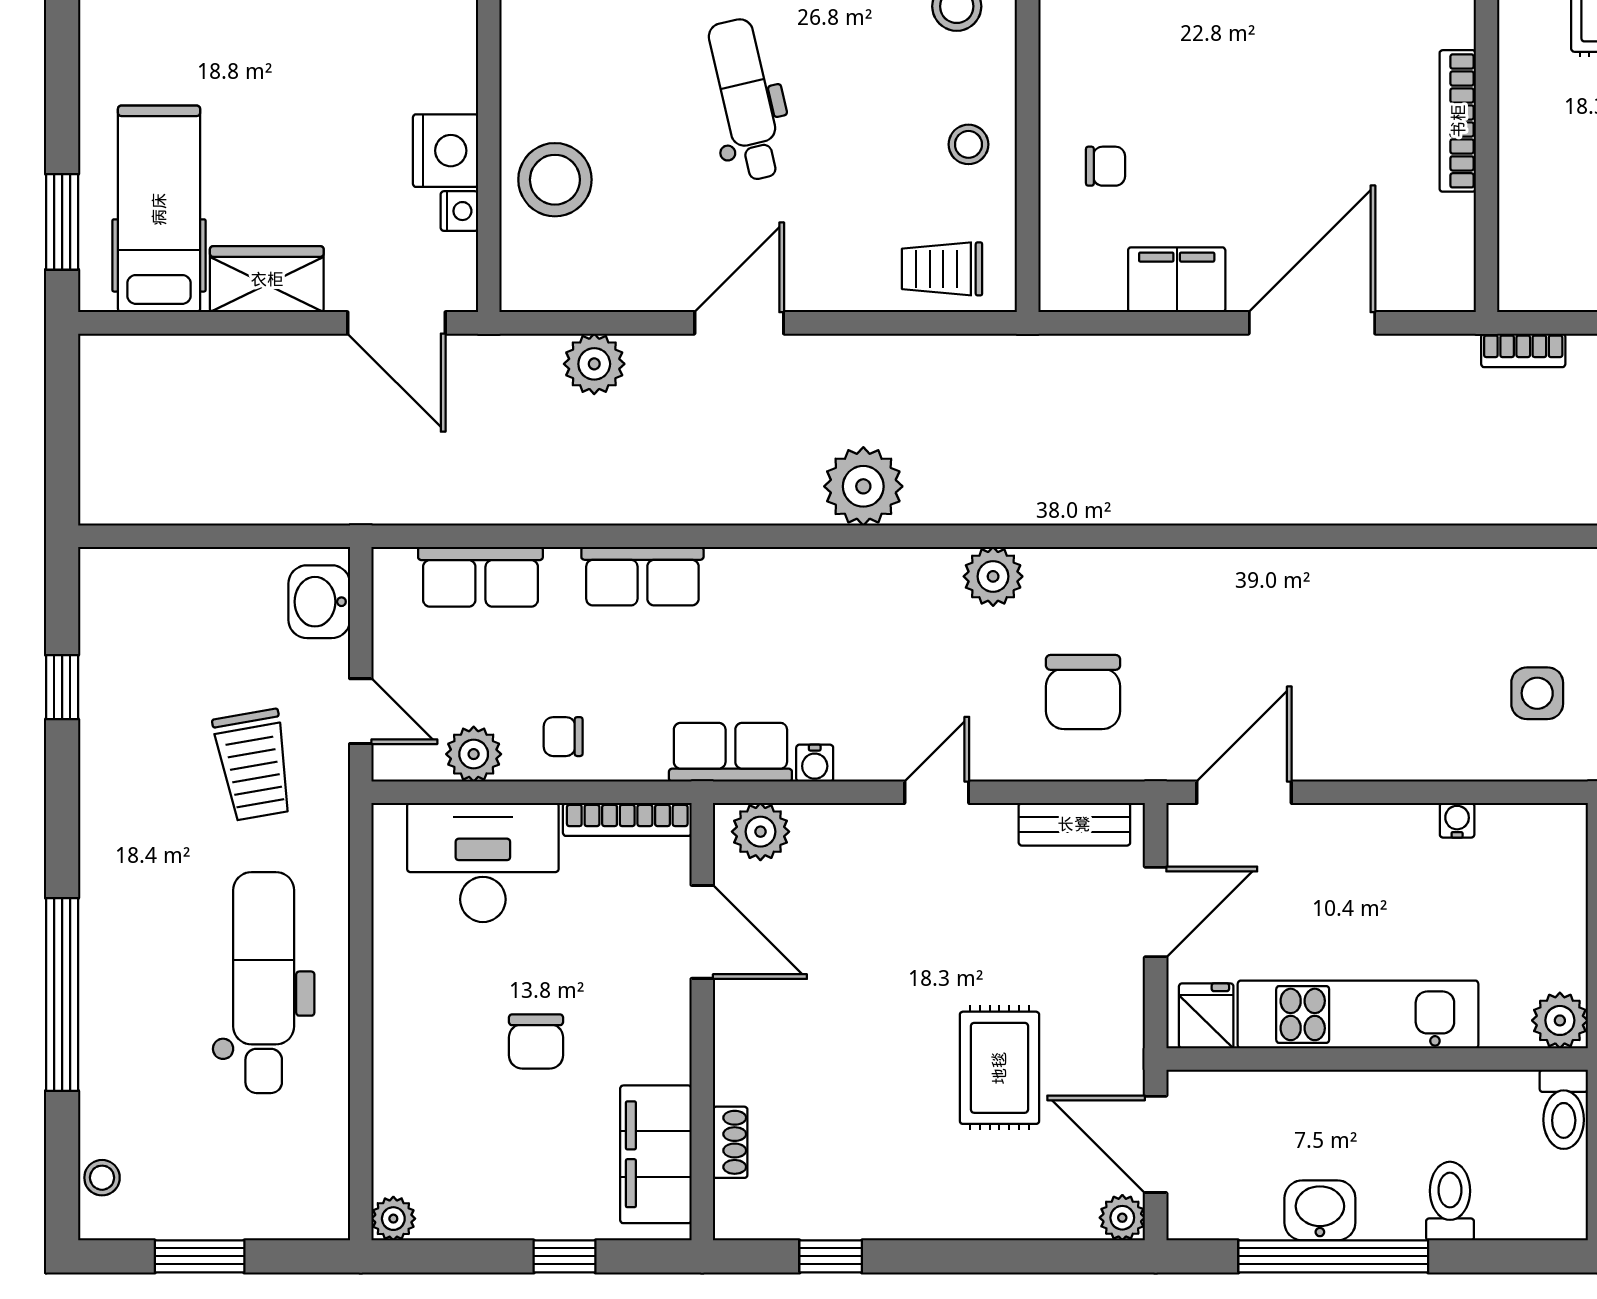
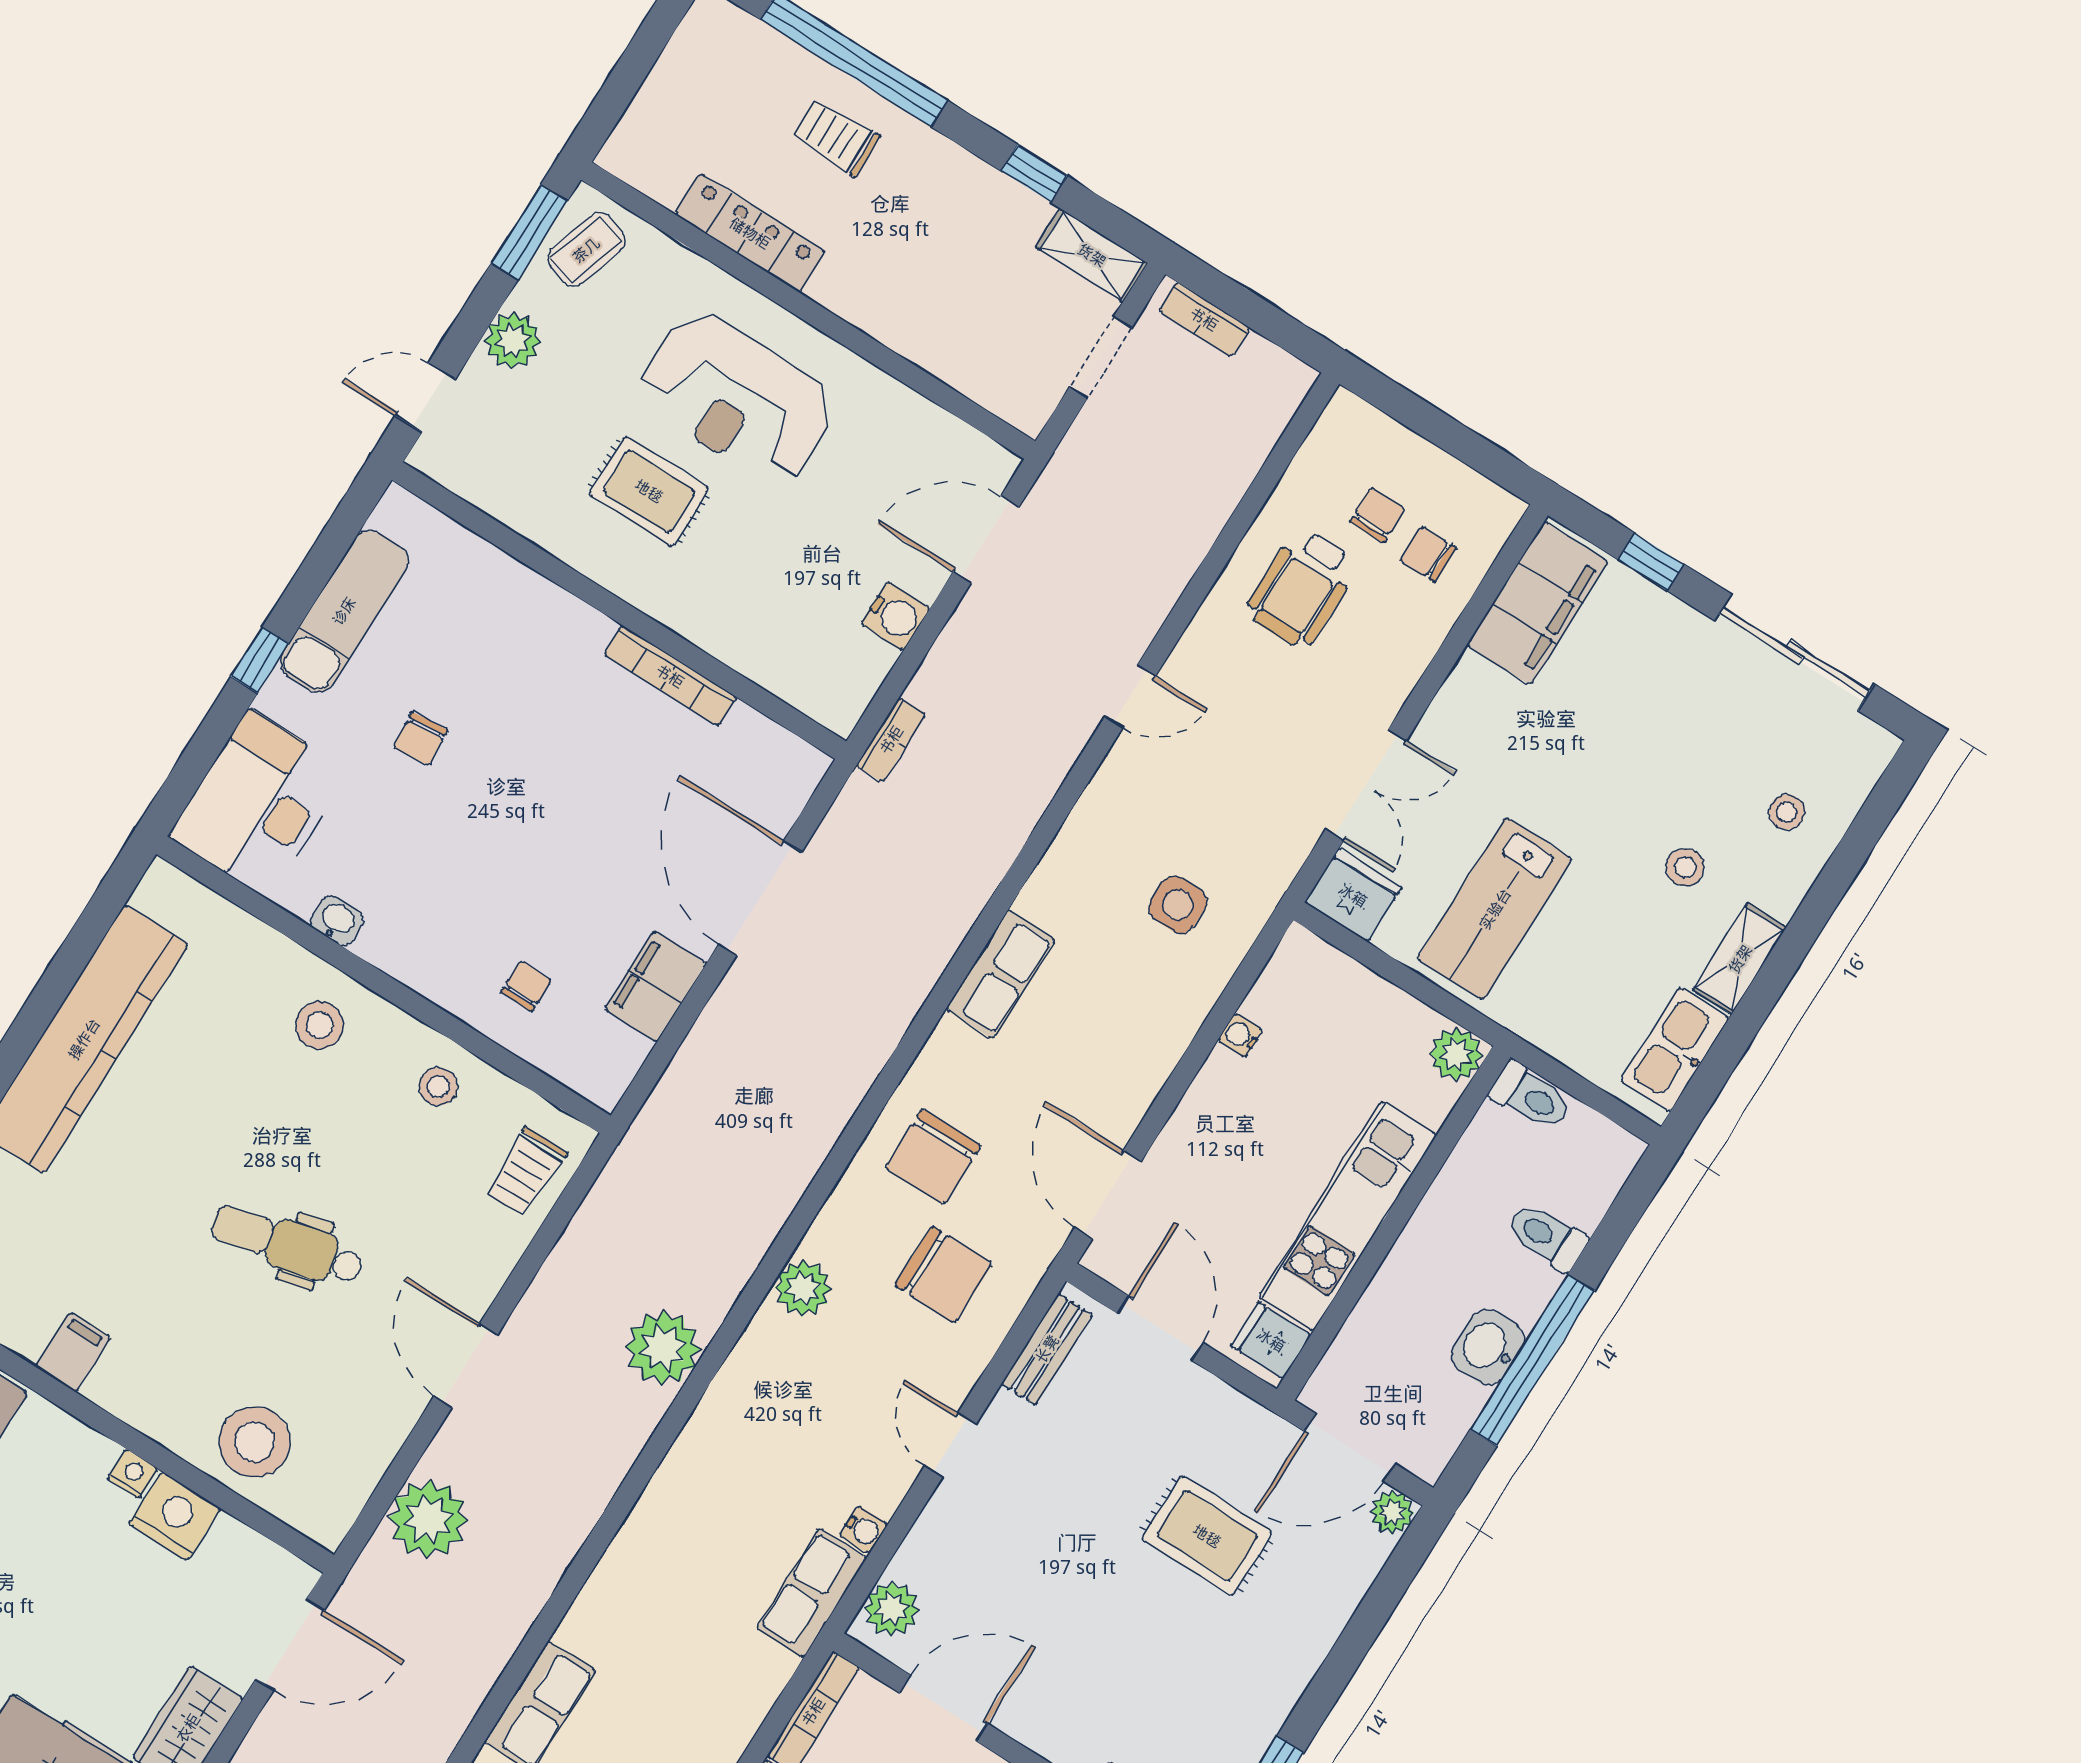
nightstand: (459, 211) -> (132, 1474), moved
plant: (594, 364) -> (428, 1519), width x1.36, depth x1.36
row of seats: (642, 576) -> (1000, 974), moved
chair: (563, 737) -> (933, 1157), moved, width x1.87, depth x1.87

